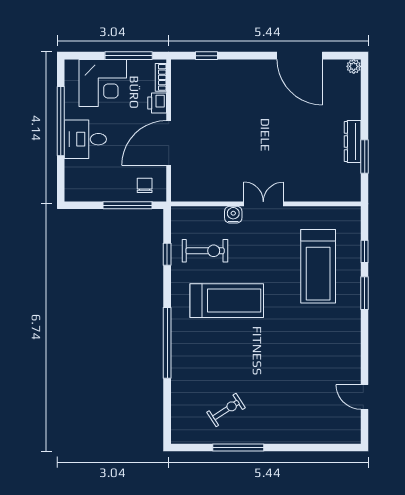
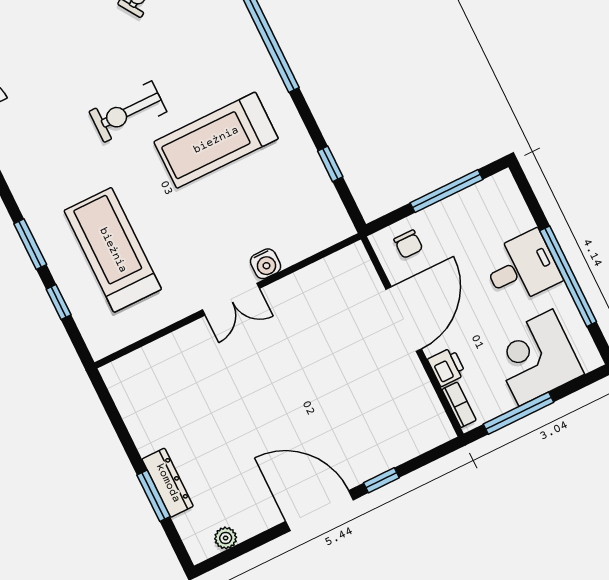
window: (206, 56) -> (381, 480), moved
door: (300, 56) -> (319, 511), moved
plant: (354, 66) -> (226, 538), moved
dresser: (353, 142) -> (168, 483), moved
window: (365, 156) -> (153, 496), moved
window: (127, 205) -> (447, 191), moved
exercise bike: (205, 251) -> (128, 112), moved

